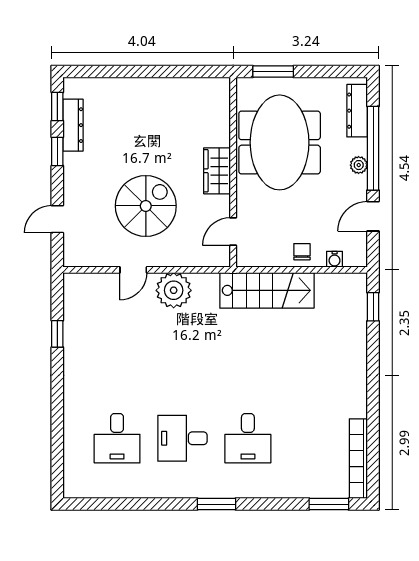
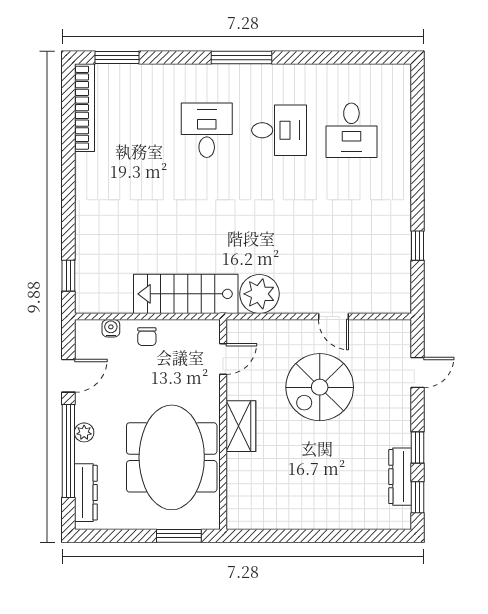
door: (133, 270) -> (333, 317), swing flipped
plant: (174, 290) -> (259, 294), moved
desk: (117, 438) -> (351, 130), turned 180
window: (216, 504) -> (241, 57), width x1.44

